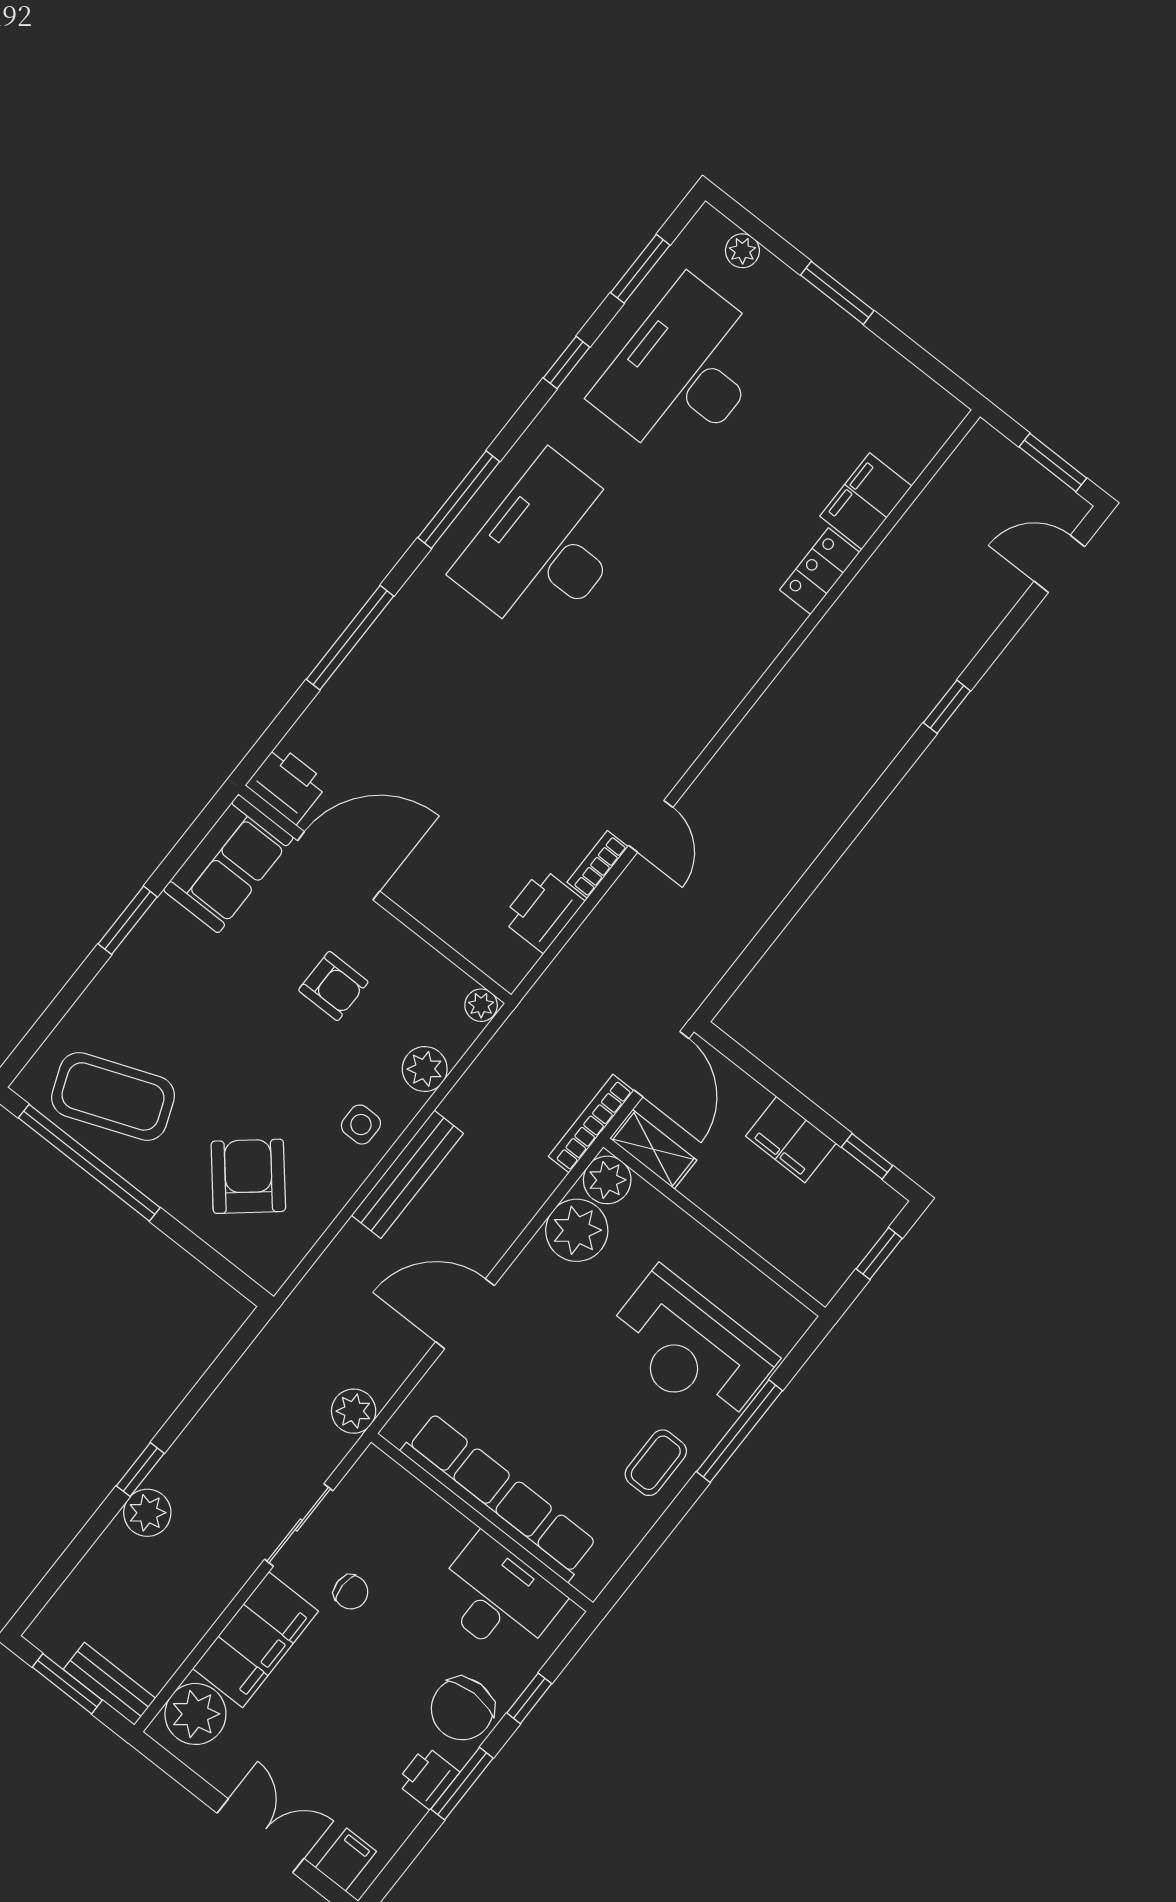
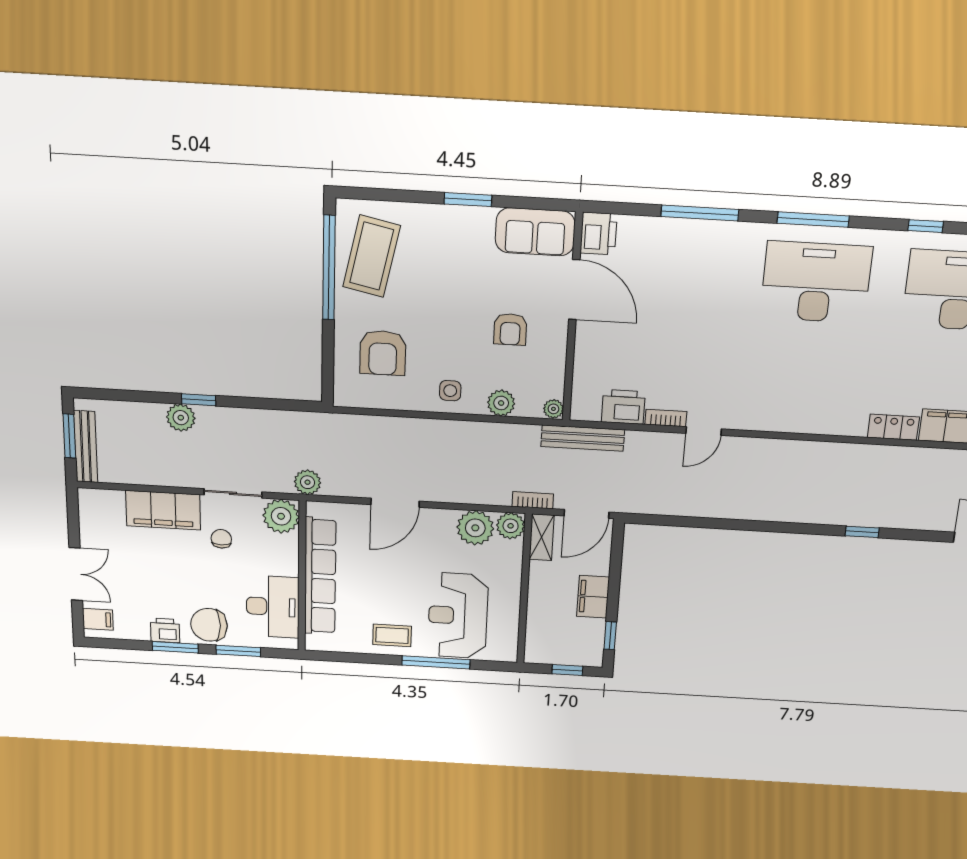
coffee table: (113, 1096) -> (372, 256), turned 33
bookcase: (591, 1123) -> (533, 500), width x0.64
bench: (407, 1174) -> (583, 438), moved
armchair: (248, 1176) -> (383, 353), turned 130
door: (465, 1314) -> (395, 503), swing flipped
chair: (351, 1592) -> (221, 539), turned 180
bench: (109, 1684) -> (86, 447), width x1.36
window: (529, 1698) -> (238, 651), width x1.50
plant: (195, 1714) -> (281, 516), moved

